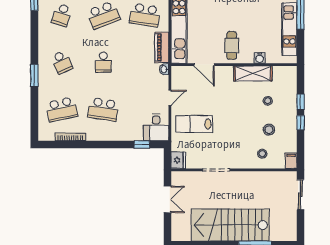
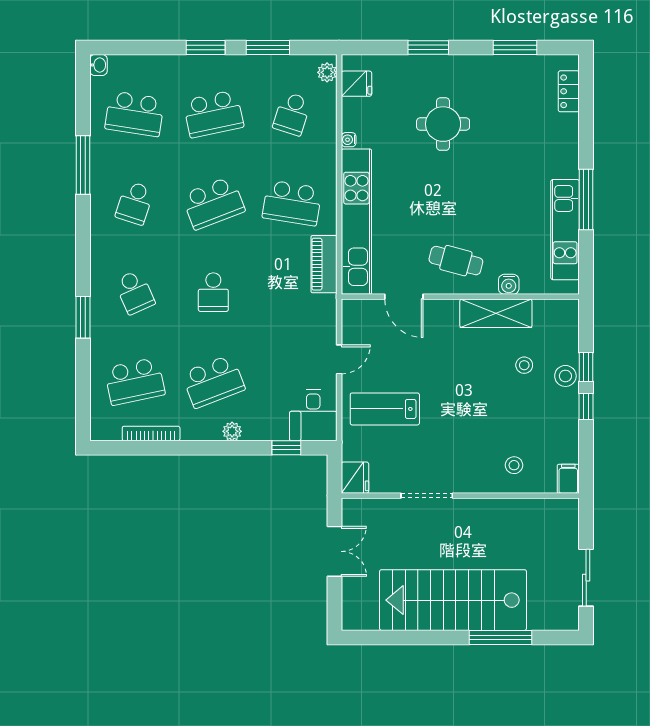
cafe table: (232, 45) -> (456, 261), turned -75
washbasin: (164, 69) -> (328, 305), removed
school desk: (103, 109) -> (213, 381), turned -30
stool: (269, 130) -> (565, 376), moved
plant: (113, 136) -> (232, 431), added
sliding door: (301, 195) -> (586, 578), moved

